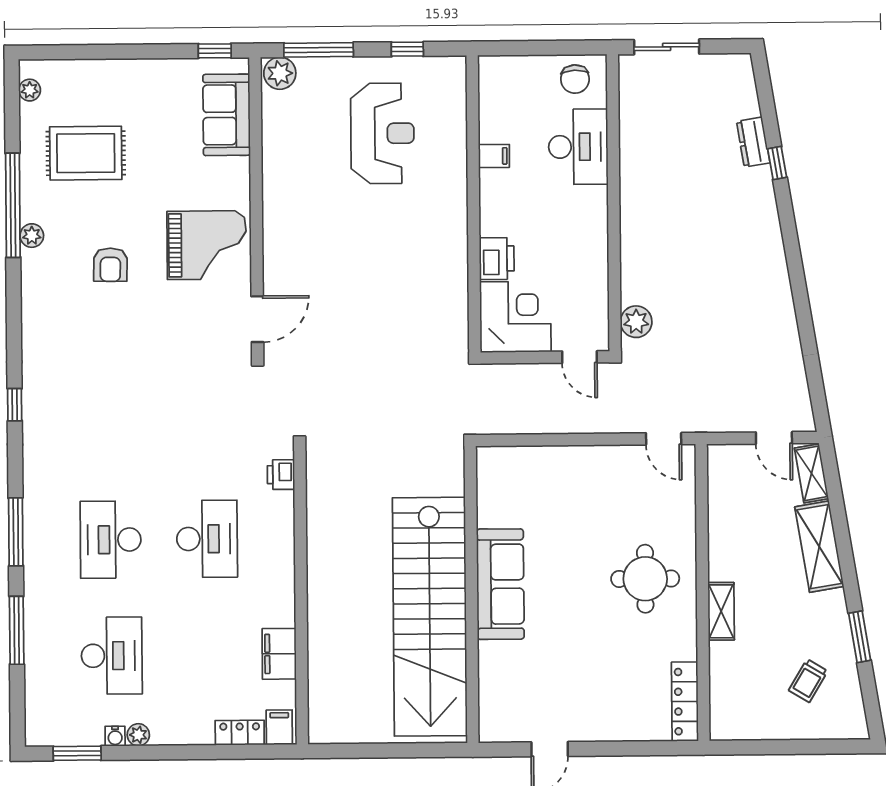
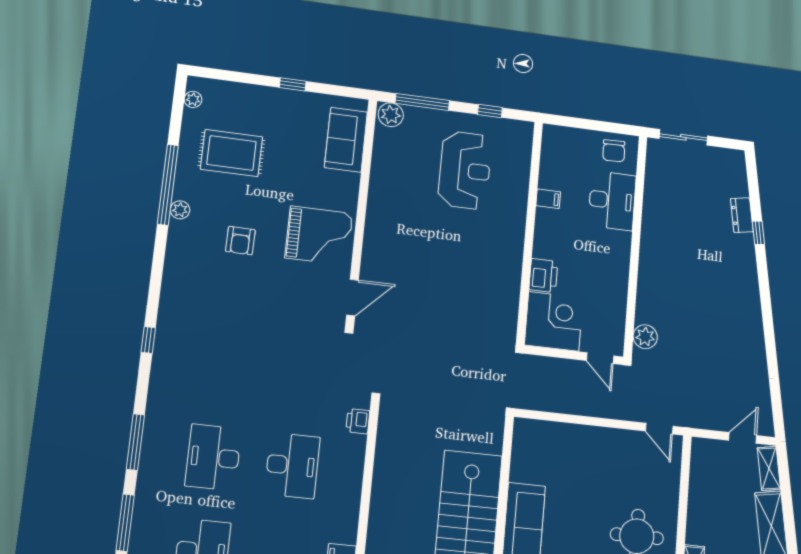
window: (215, 51) -> (293, 84), moved
door: (774, 438) -> (743, 438), swing flipped

